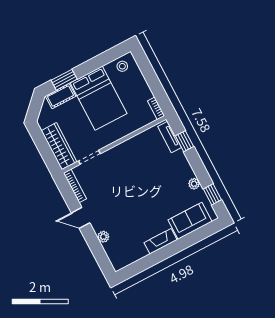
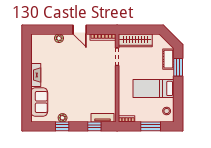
window: (150, 76) -> (151, 126), added
bed: (99, 98) -> (154, 88), width x0.67
window: (212, 194) -> (62, 126), moved
door: (81, 218) -> (80, 30), swing flipped

